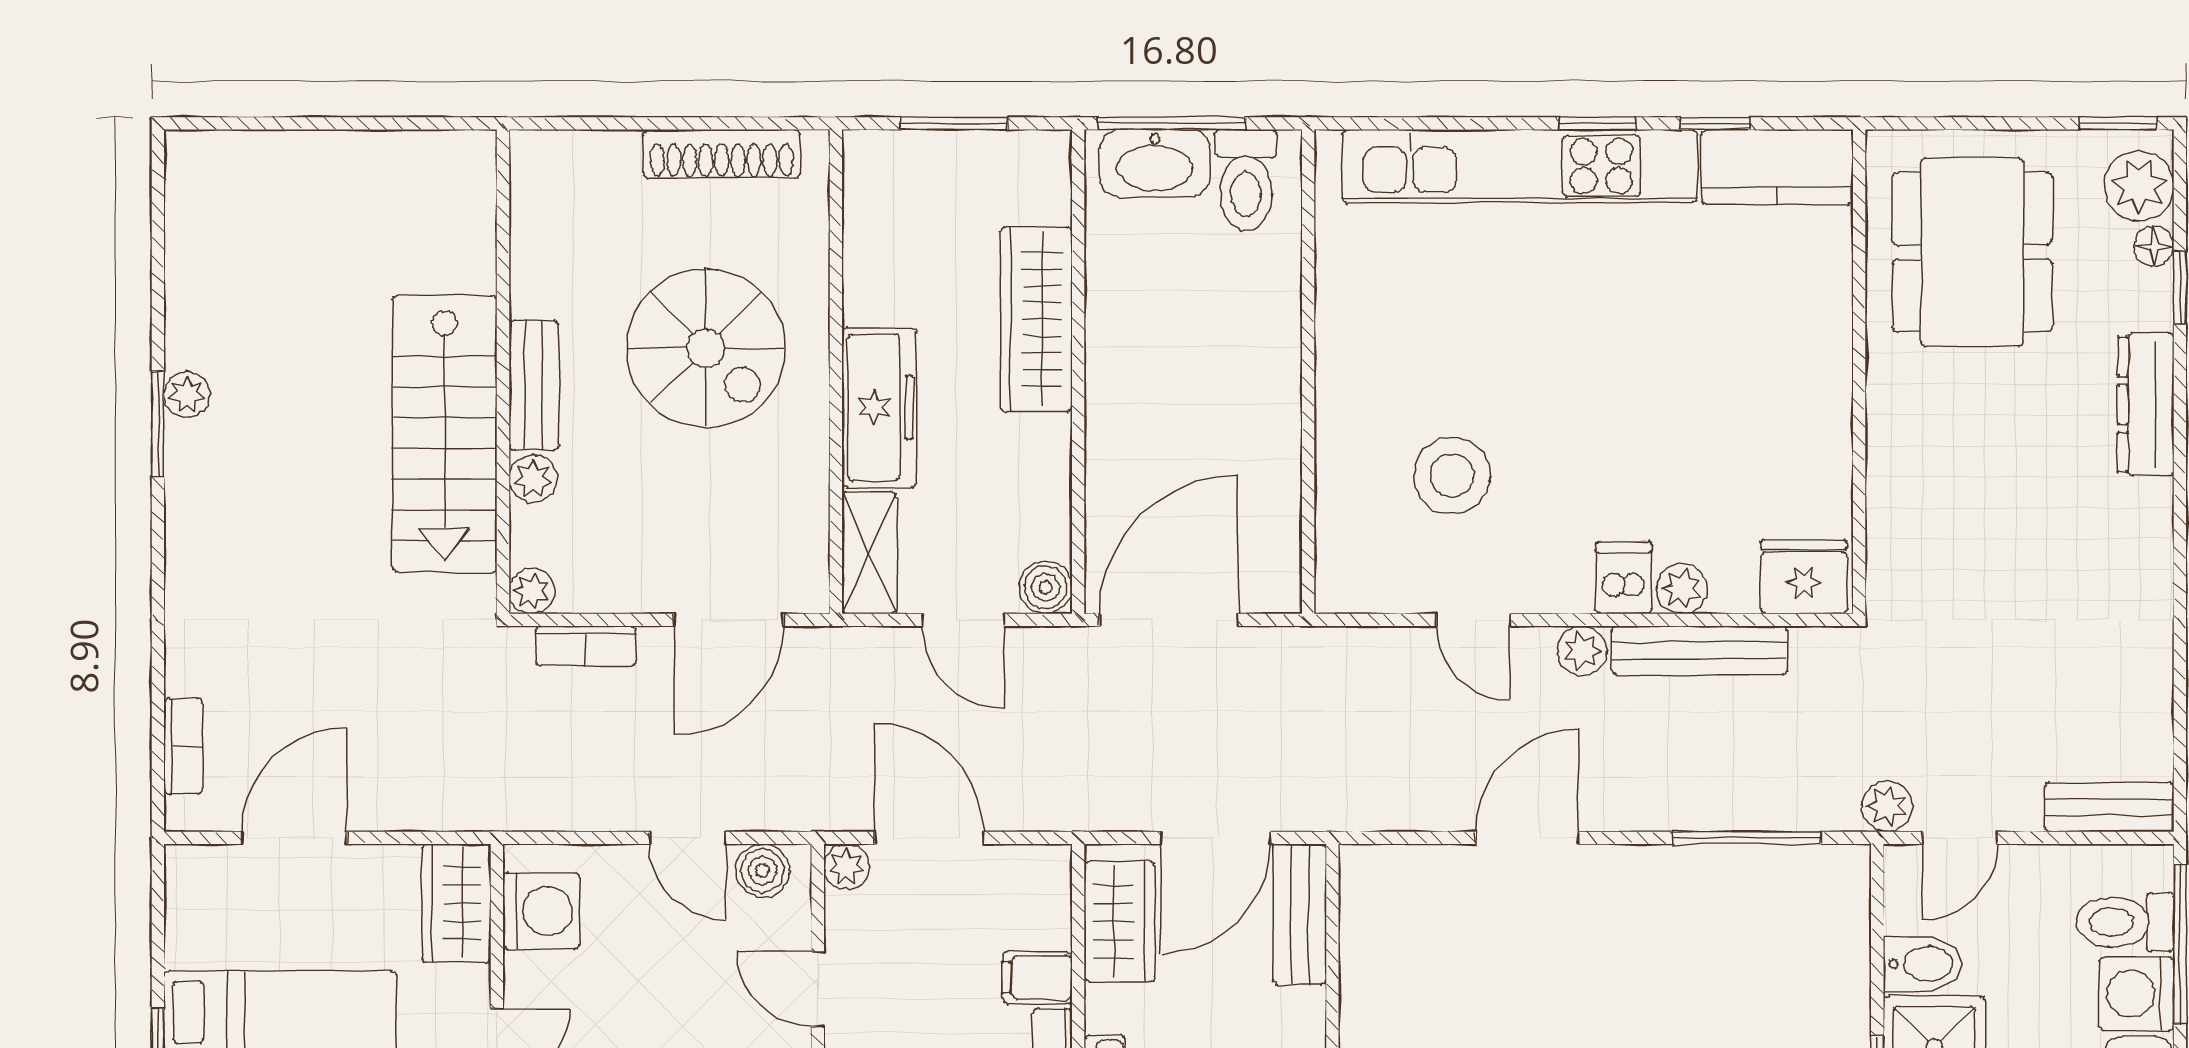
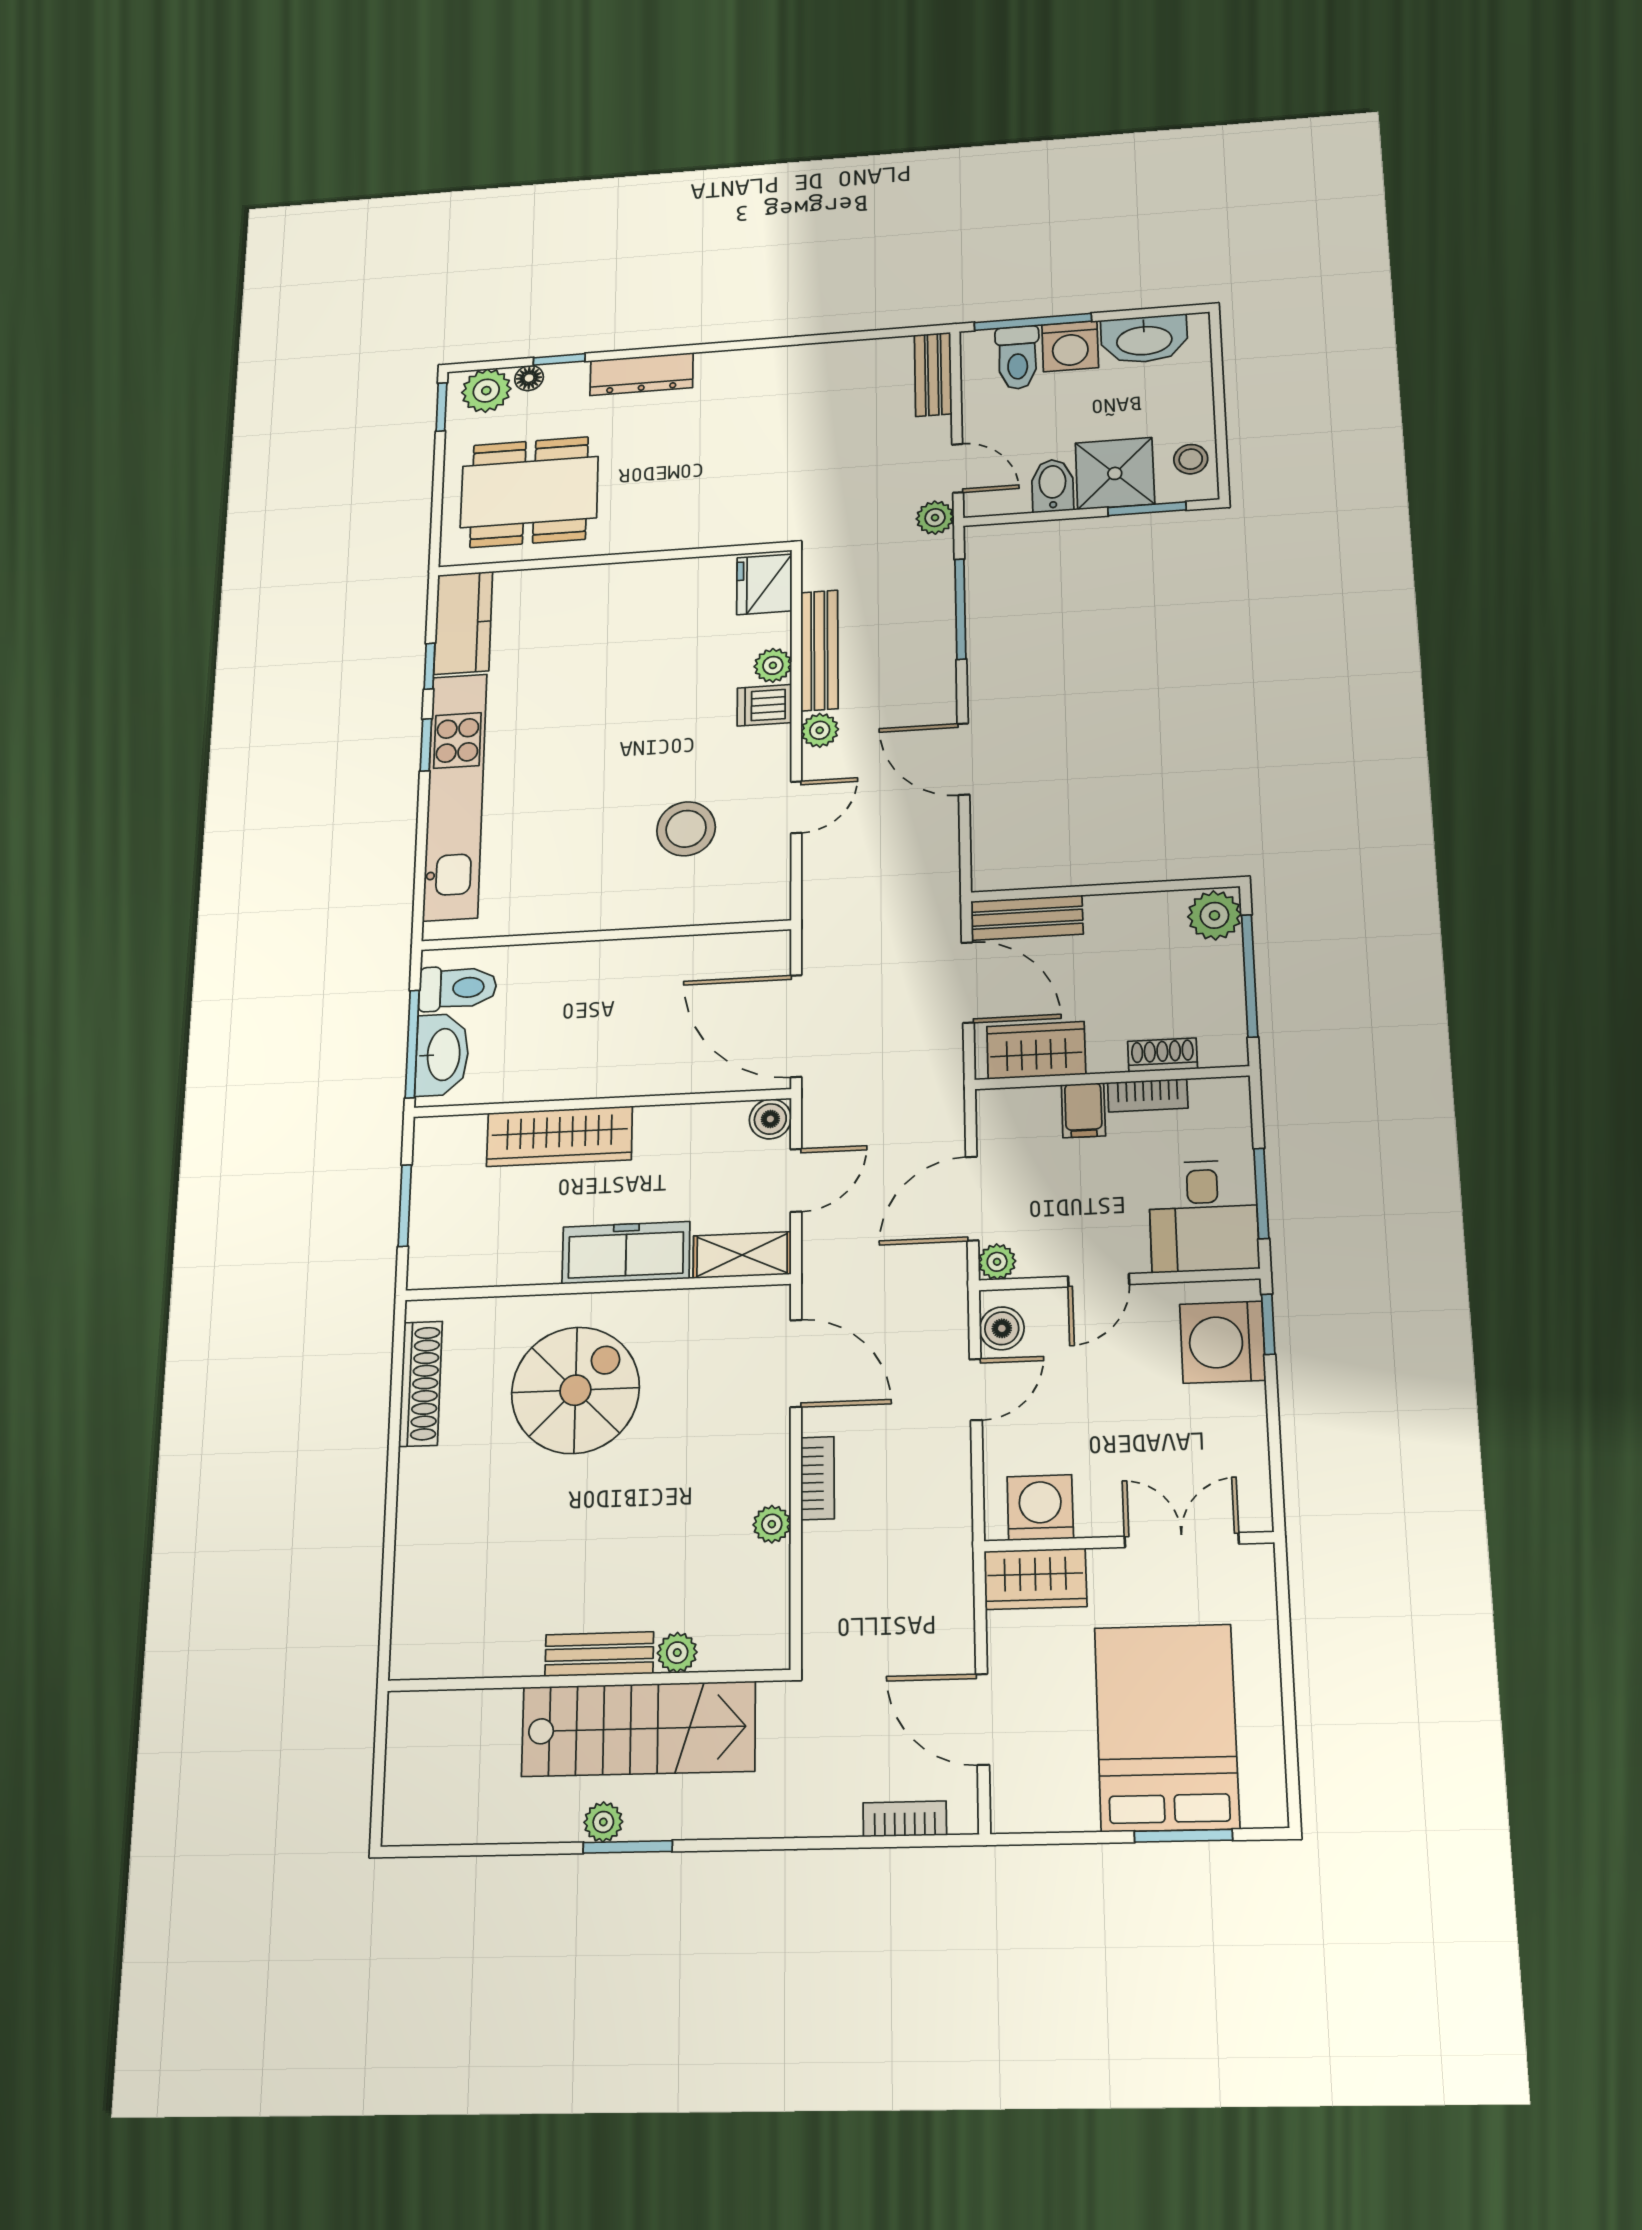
wall: (503, 372) -> (588, 1680), moved
bench: (534, 385) -> (599, 1654), moved
stairs: (445, 434) -> (638, 1729), moved
plant: (533, 479) -> (677, 1653), moved

